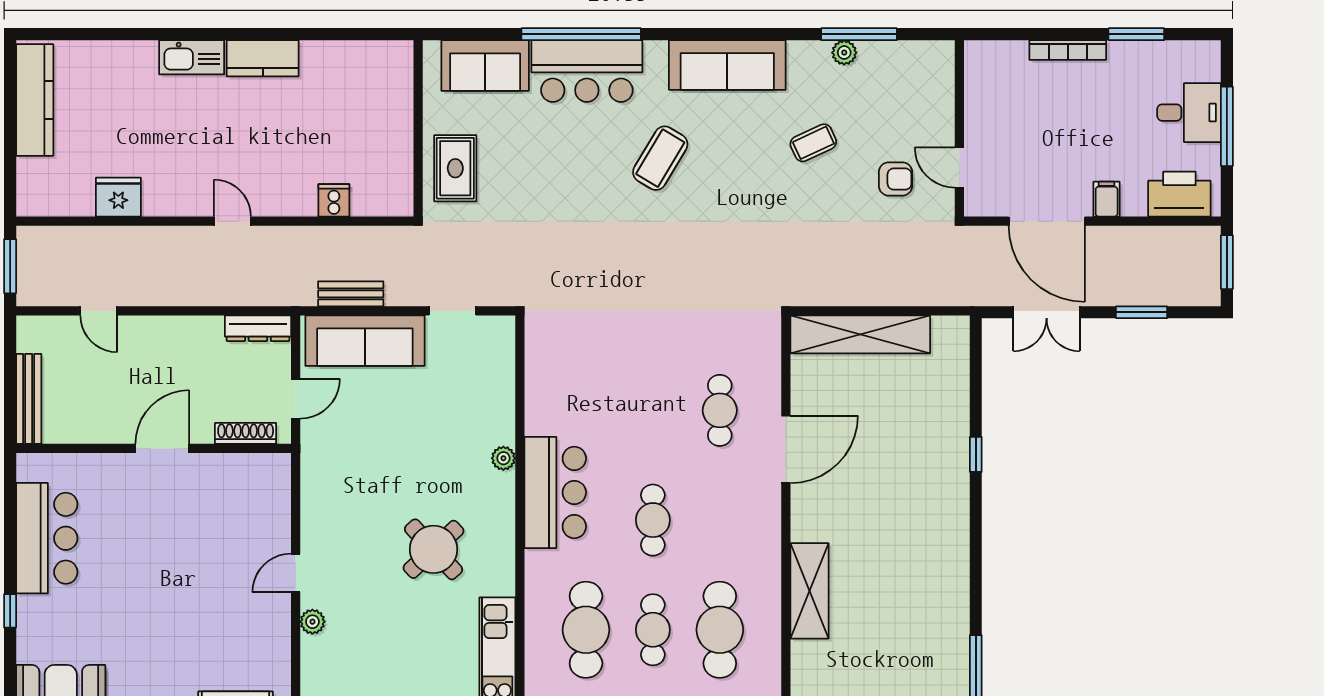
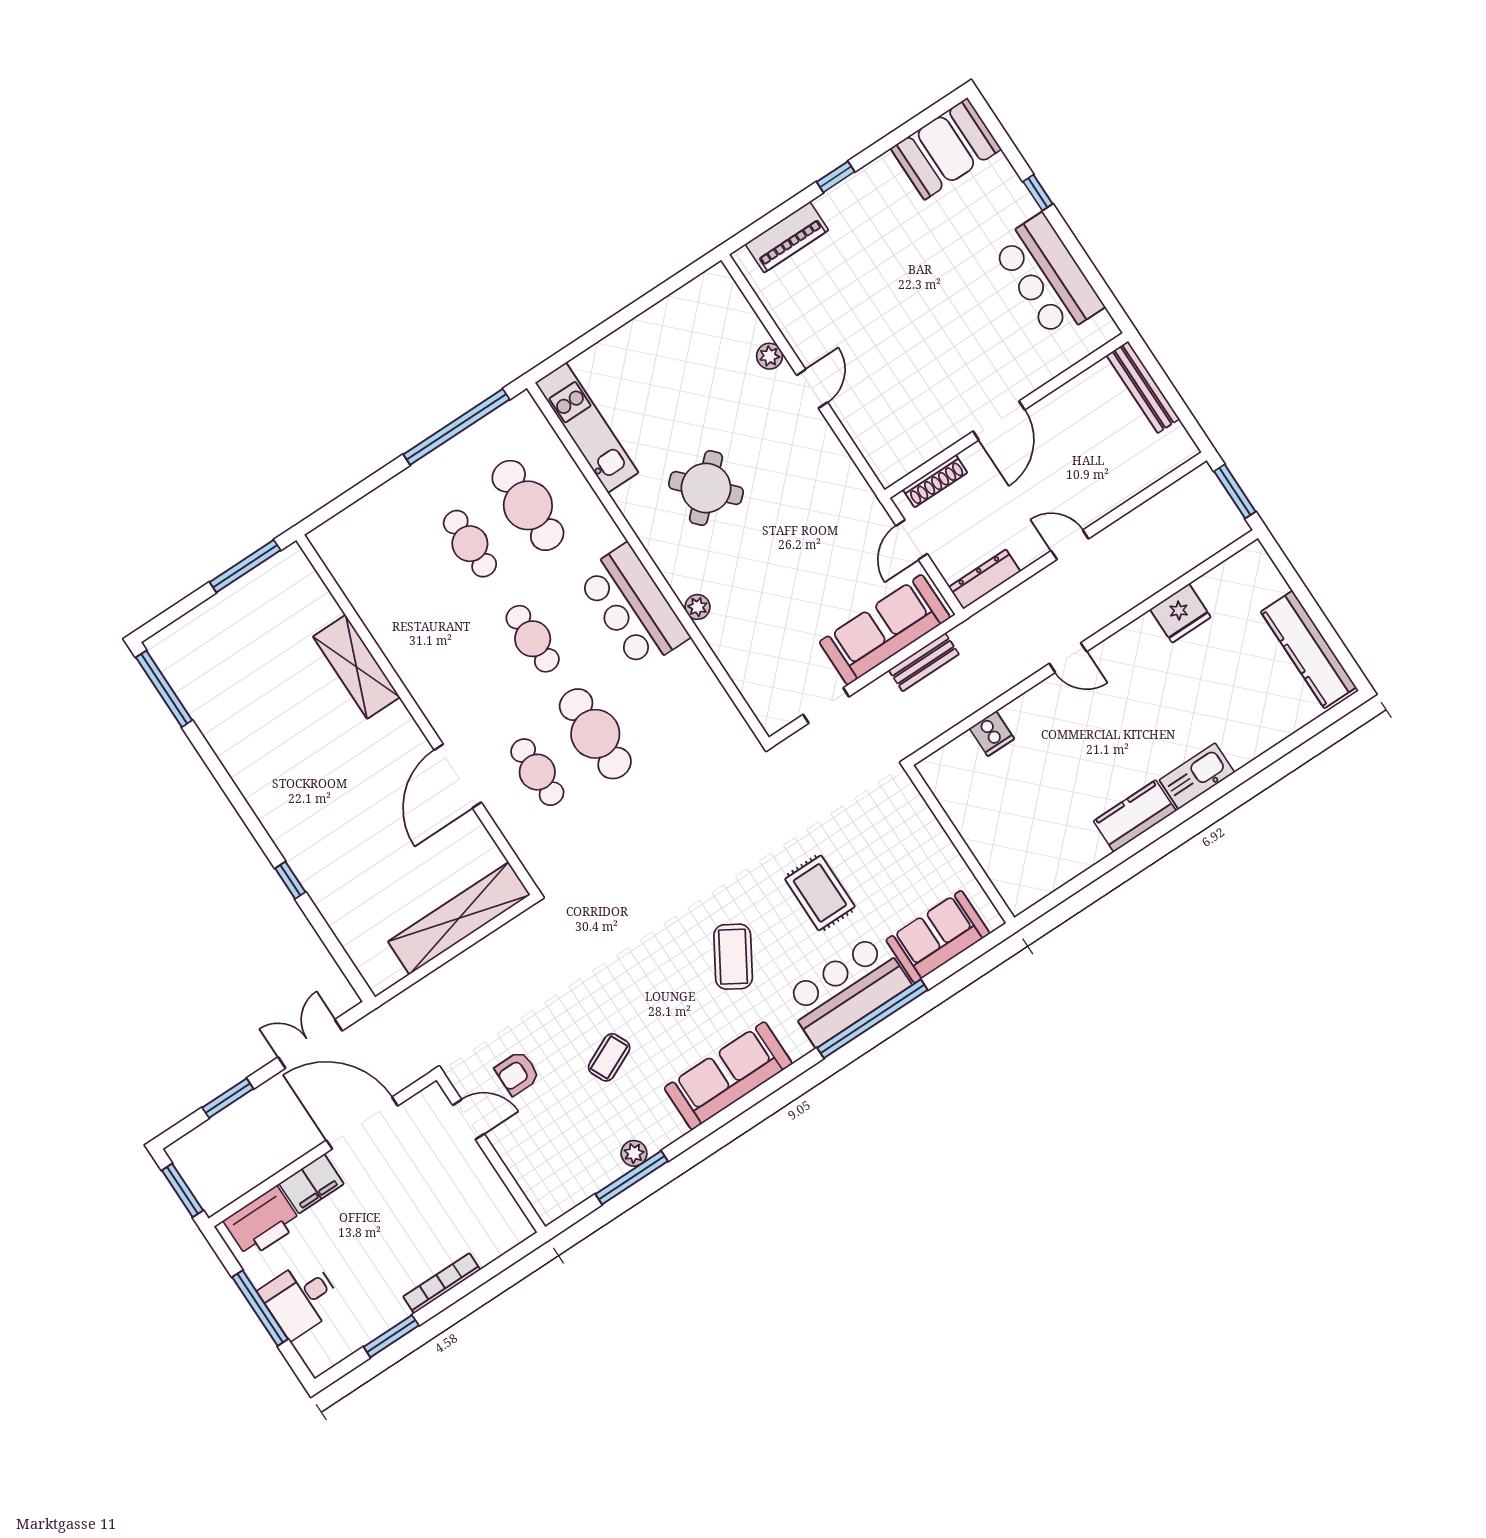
rug: (455, 168) -> (820, 893), moved
filing cabinet: (1107, 199) -> (311, 1184), width x2.00
door: (99, 311) -> (1070, 545), moved
cafe table: (720, 630) -> (595, 734), moved

